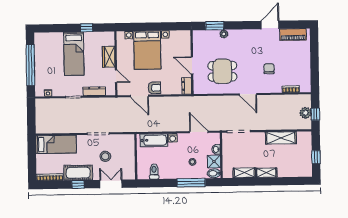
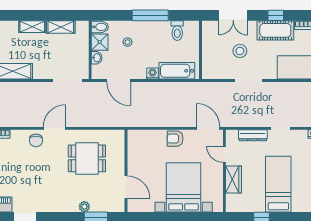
door: (192, 65) -> (126, 187), moved
chair: (269, 69) -> (36, 140), moved
dresser: (187, 86) -> (133, 140), removed
door: (248, 94) -> (55, 128), hinge flipped
door: (139, 96) -> (208, 128), moved
window: (191, 183) -> (150, 15), moved

